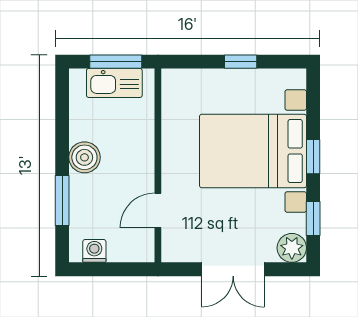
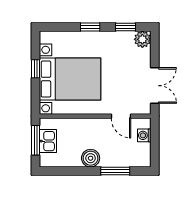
kitchen sink: (114, 83) -> (48, 141), width x0.73
bed with nightstands: (253, 151) -> (70, 79), moved, turned -90
washing machine: (94, 251) -> (144, 135), moved
double door: (233, 269) -> (155, 86), moved

